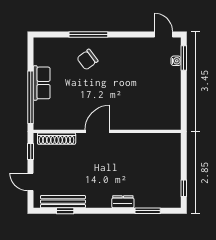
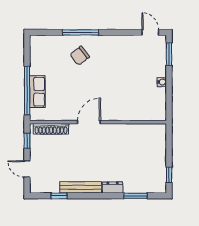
water cooler: (176, 61) -> (162, 82), moved
row of seats: (42, 83) -> (37, 92), moved
bench: (63, 202) -> (81, 187), moved

